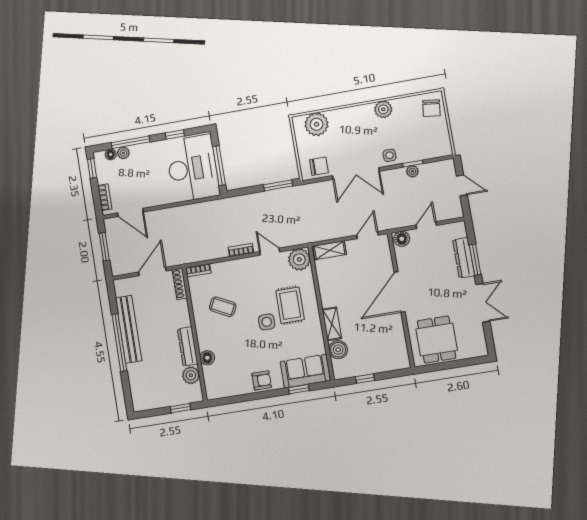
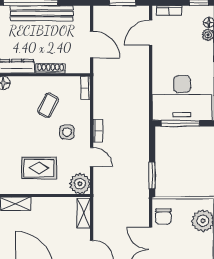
door: (270, 252) -> (92, 157), hinge flipped
shoe rack: (180, 284) -> (50, 68), moved
side table: (267, 322) -> (67, 132), moved

